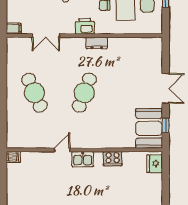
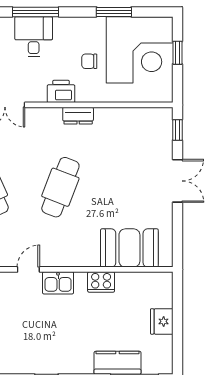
window: (166, 125) -> (177, 130), moved
booth: (149, 128) -> (129, 248), moved, turned 90
fridge: (155, 164) -> (162, 321), moved

